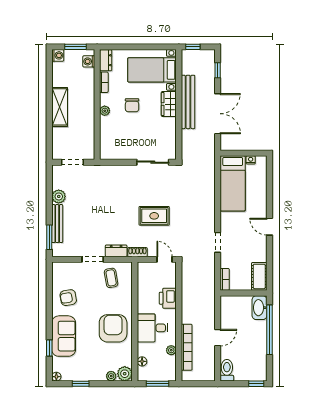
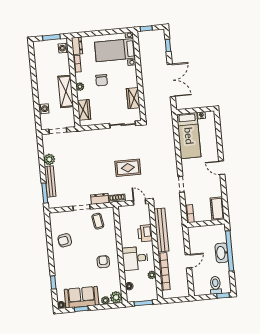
washing machine: (58, 55) -> (44, 109), moved
bench: (188, 102) -> (161, 230), moved
wardrobe: (169, 104) -> (133, 98), moved
shelving: (60, 107) -> (66, 91), moved
wardrobe: (107, 140) -> (84, 110), added
washbasin: (260, 308) -> (222, 253), moved
armchair: (113, 328) -> (103, 262), width x0.53, depth x0.53
sofa: (64, 336) -> (82, 297), moved, turned -90
toilet: (227, 370) -> (216, 285), moved

